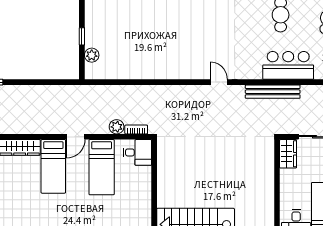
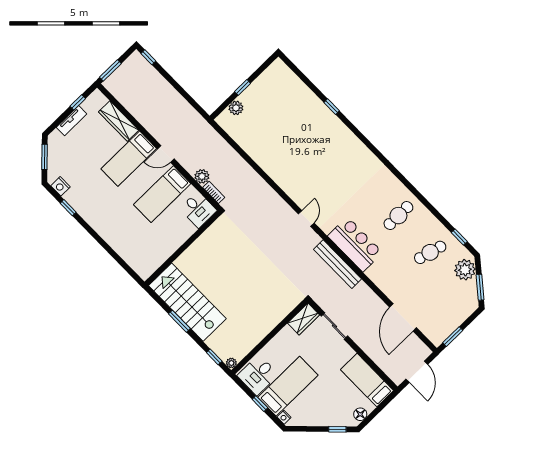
bar counter: (288, 65) -> (355, 244), moved

